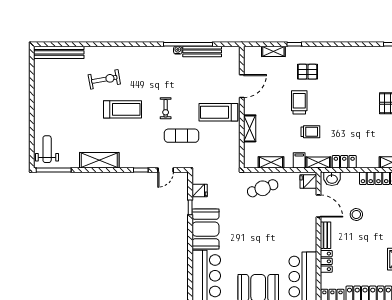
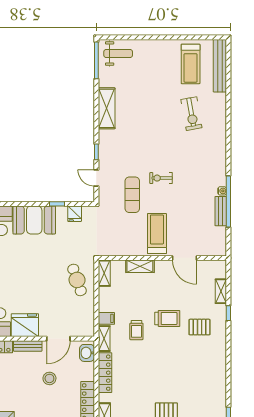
bench: (202, 51) -> (221, 211), width x0.73
pallet: (307, 72) -> (200, 327), turned 90
treadmill: (122, 109) -> (191, 64), moved
shelving: (271, 162) -> (104, 273), moved
locker: (344, 162) -> (105, 373), width x1.53
fridge: (308, 181) -> (25, 325), moved, width x1.88, depth x1.34

